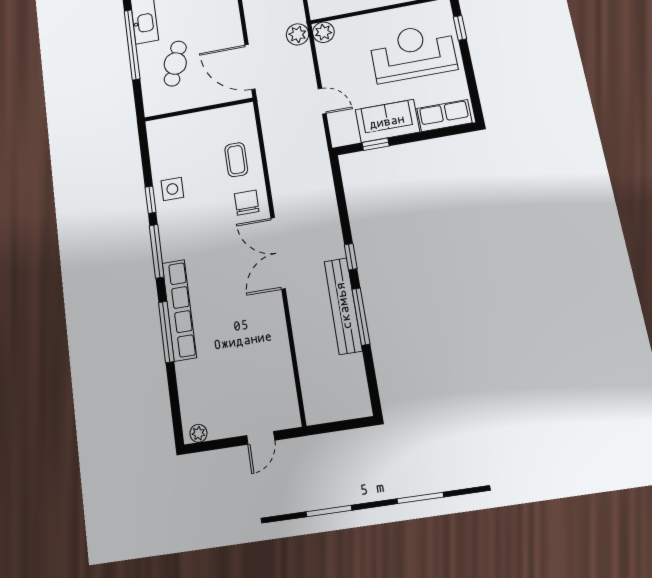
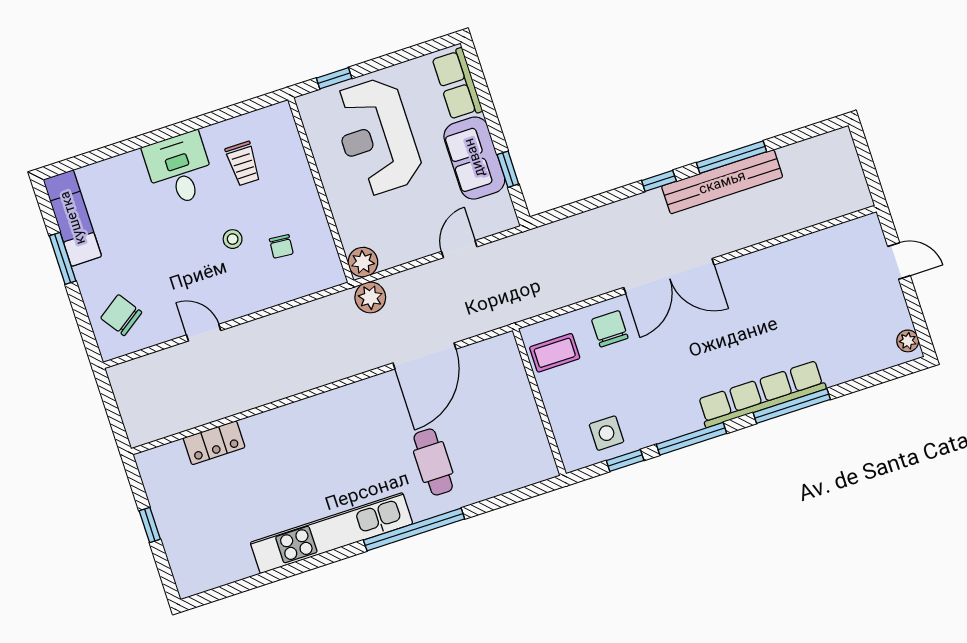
cafe table: (175, 63) -> (433, 462), turned 71
wall: (199, 110) -> (539, 402), moved
chair: (247, 203) -> (610, 329), turned 90

